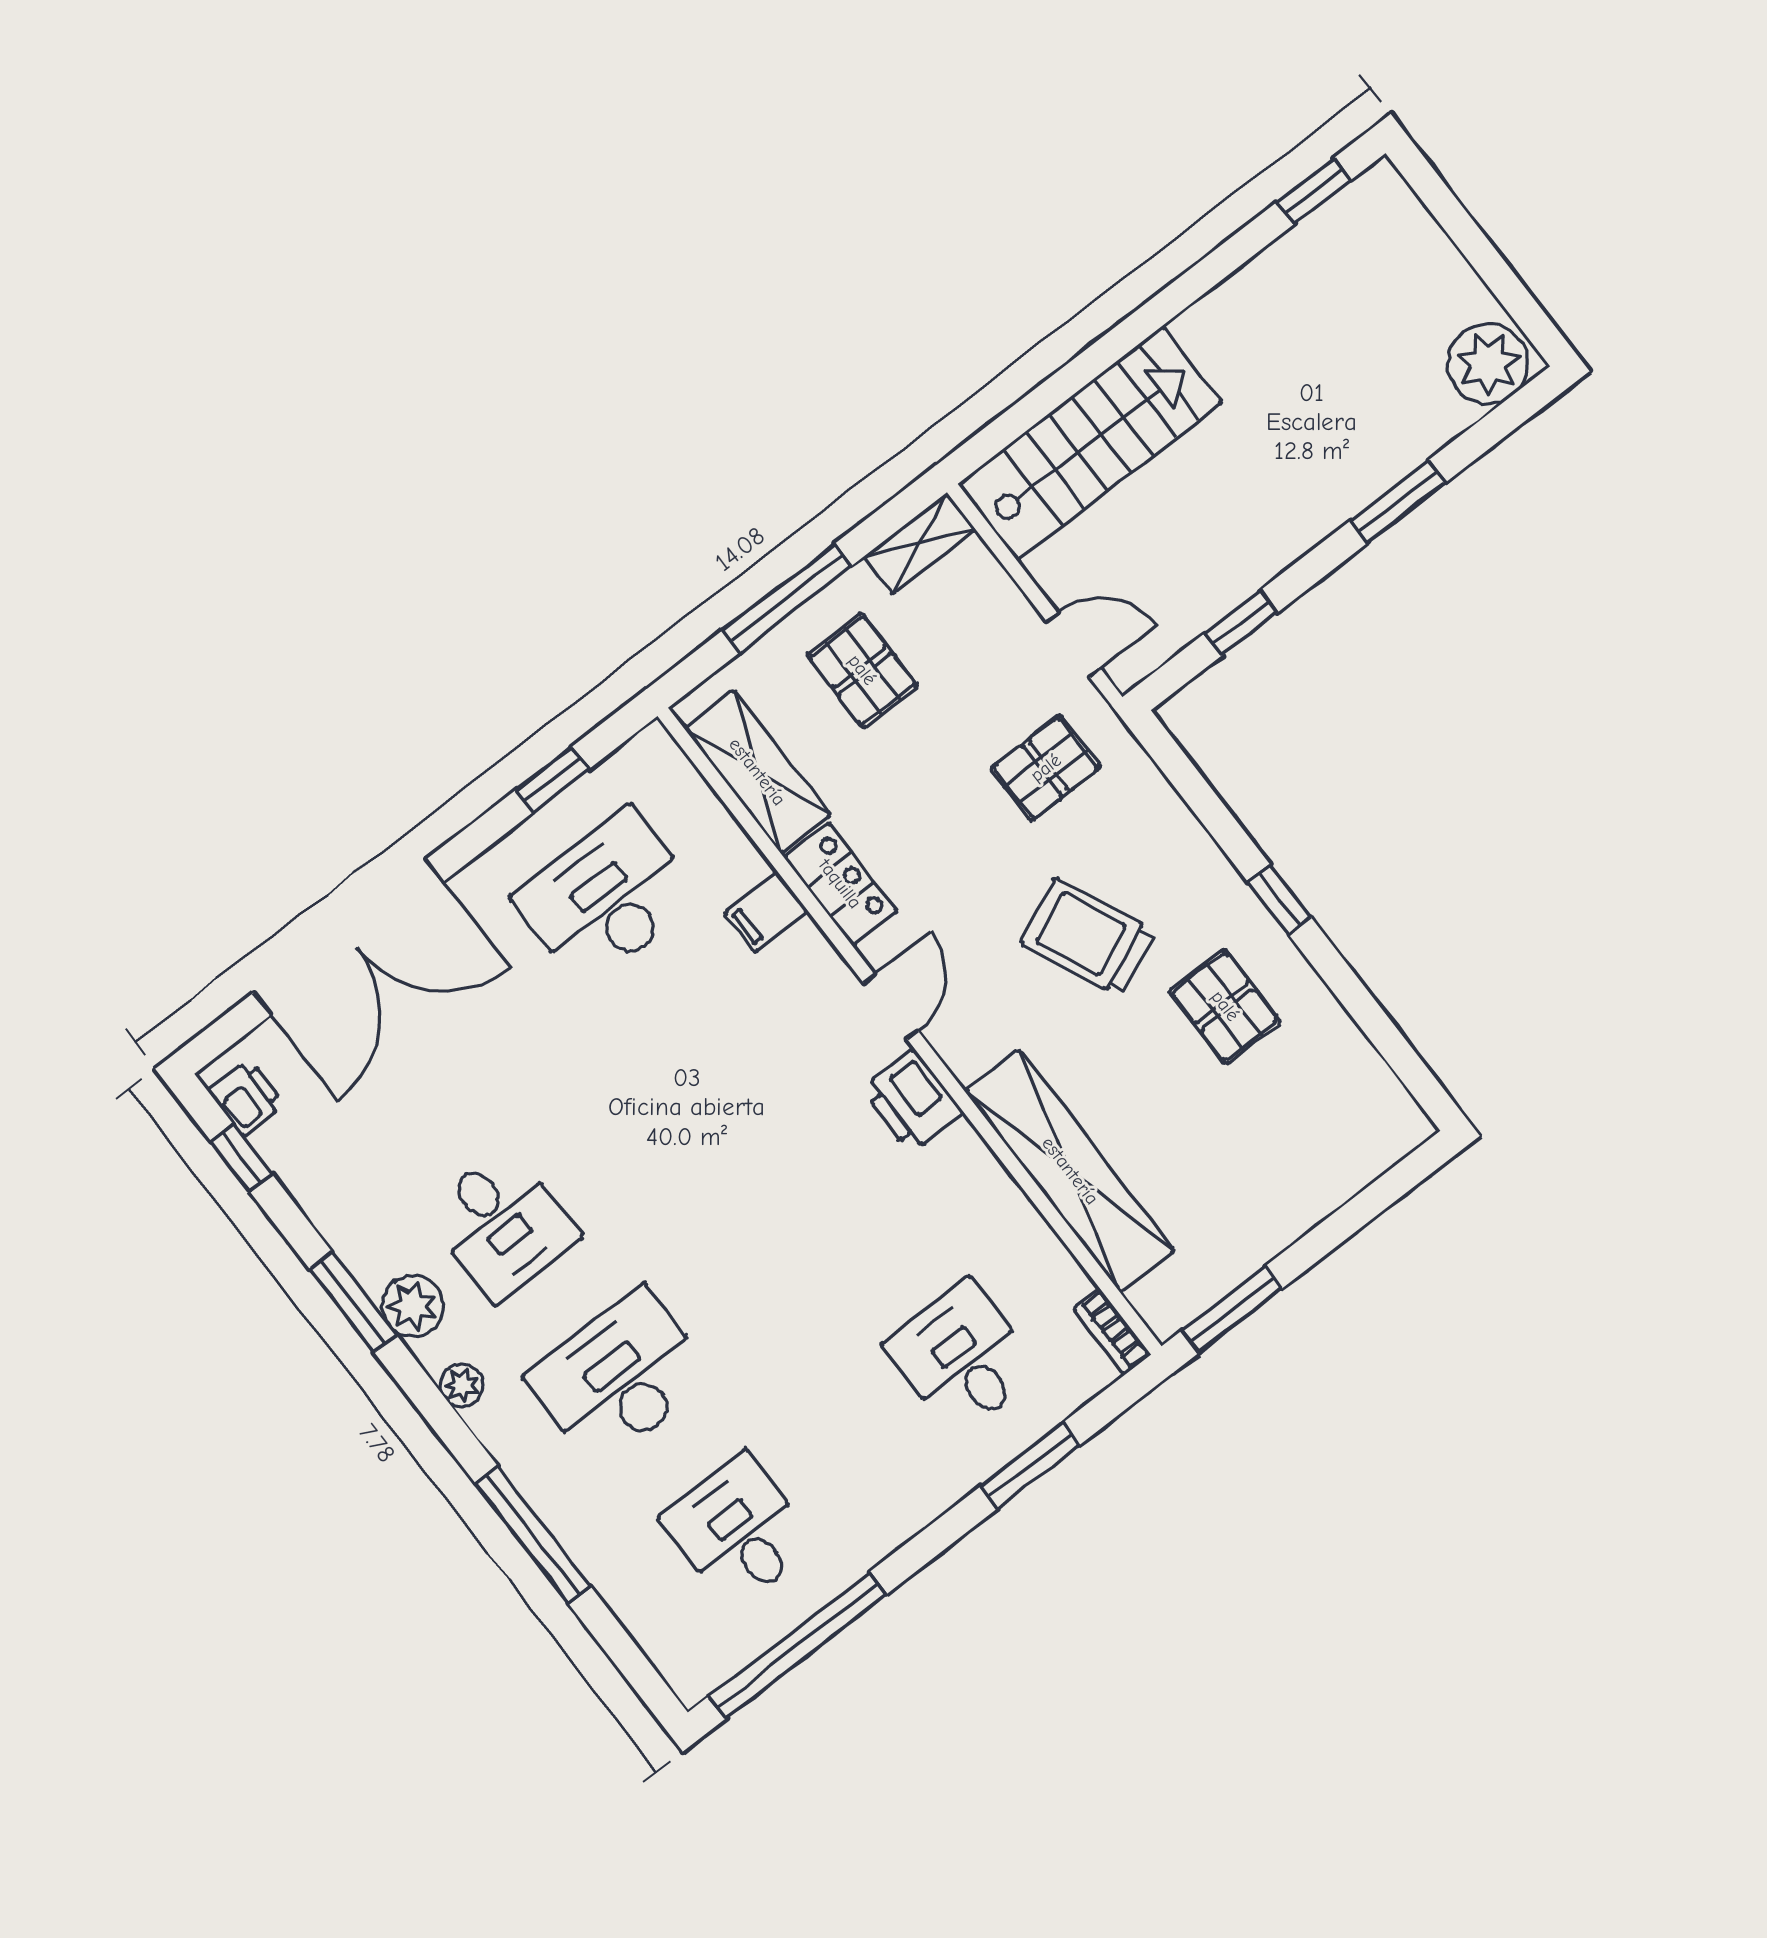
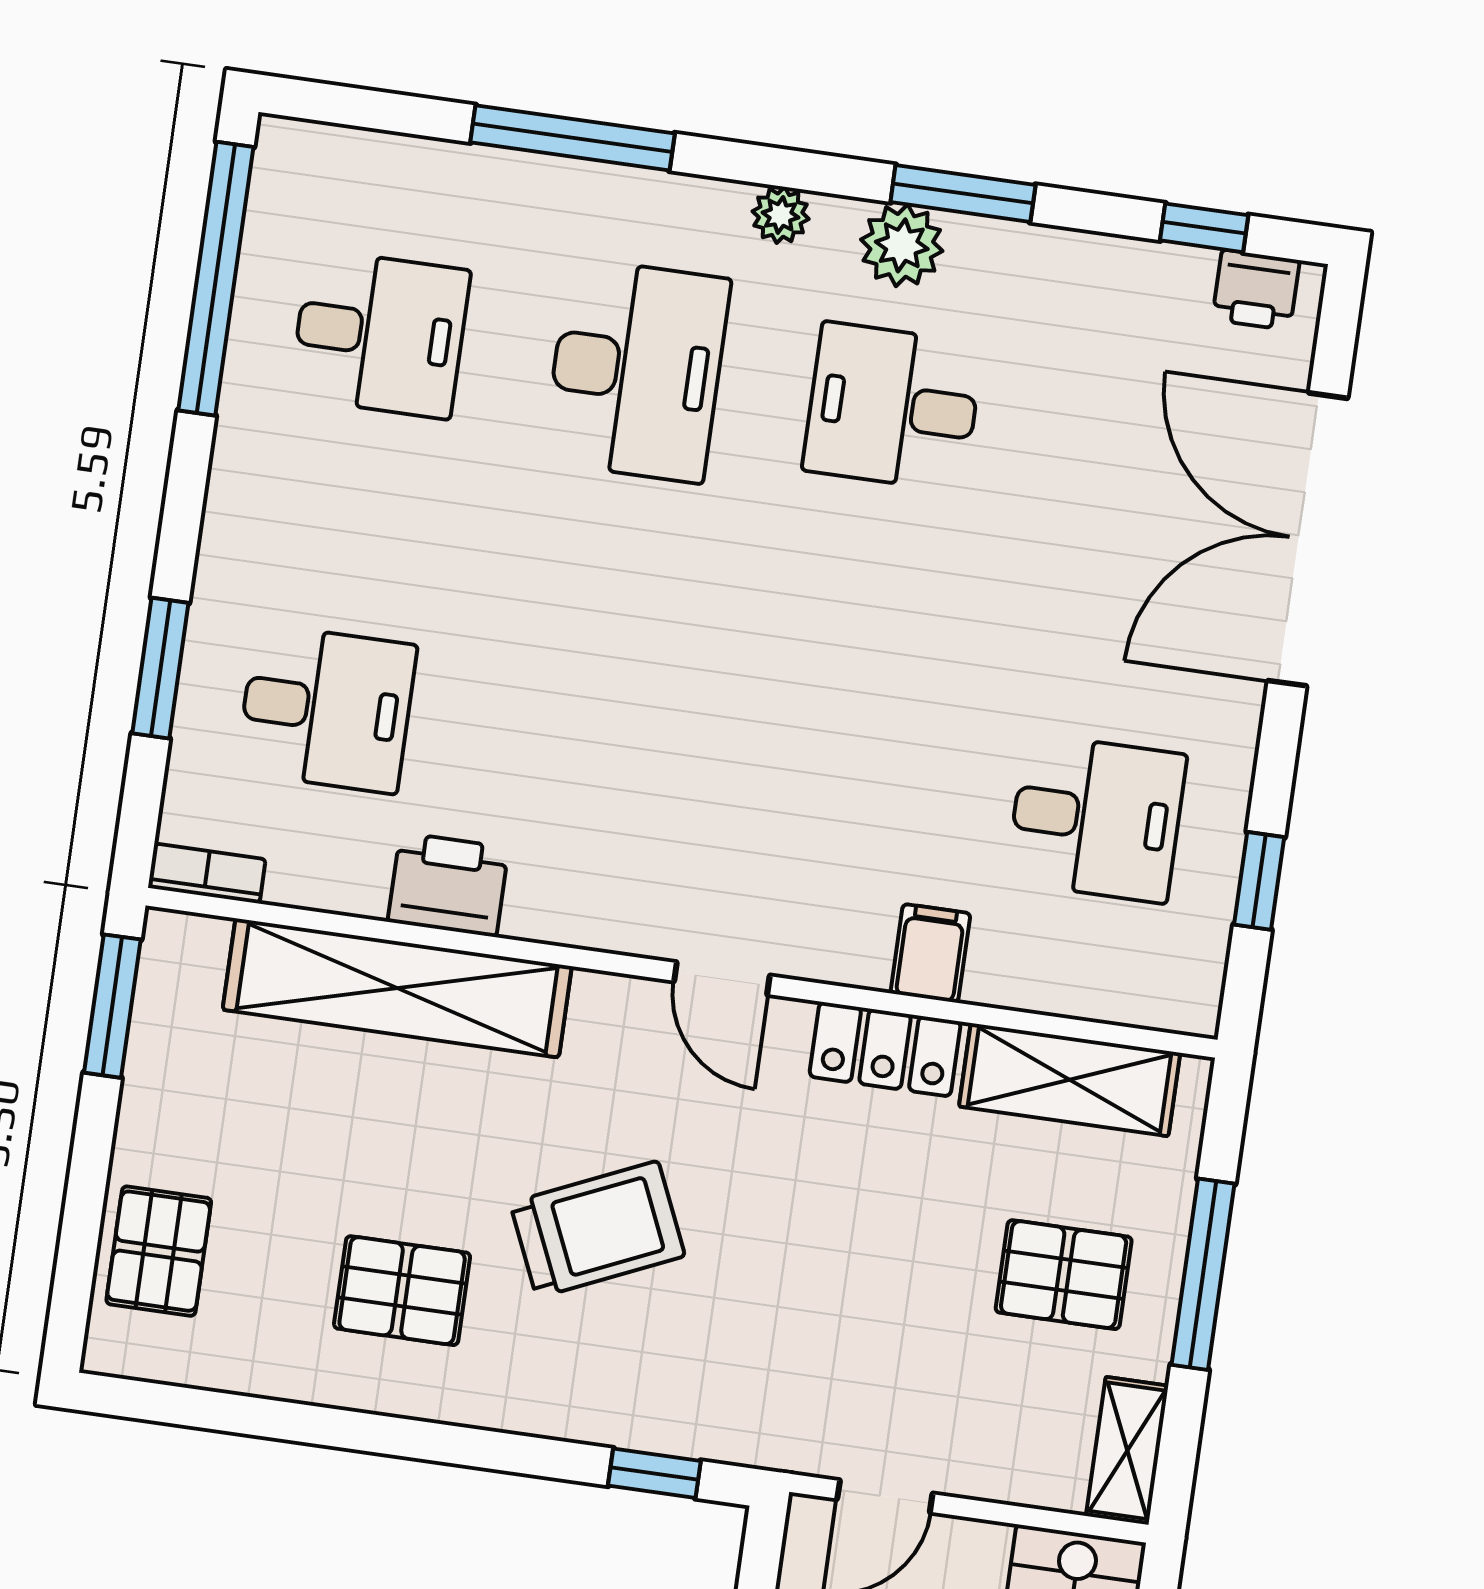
pallet: (1046, 768) -> (159, 1251), moved
desk: (607, 898) -> (1096, 818), width x0.73
window: (1279, 900) -> (654, 1473), moved
printer: (912, 1101) -> (448, 885), moved

